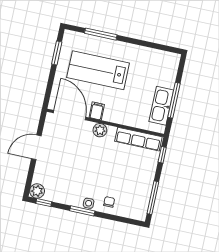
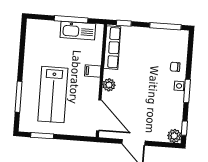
filing cabinet: (97, 111) -> (93, 71), moved
door: (70, 115) -> (99, 115), swing flipped

